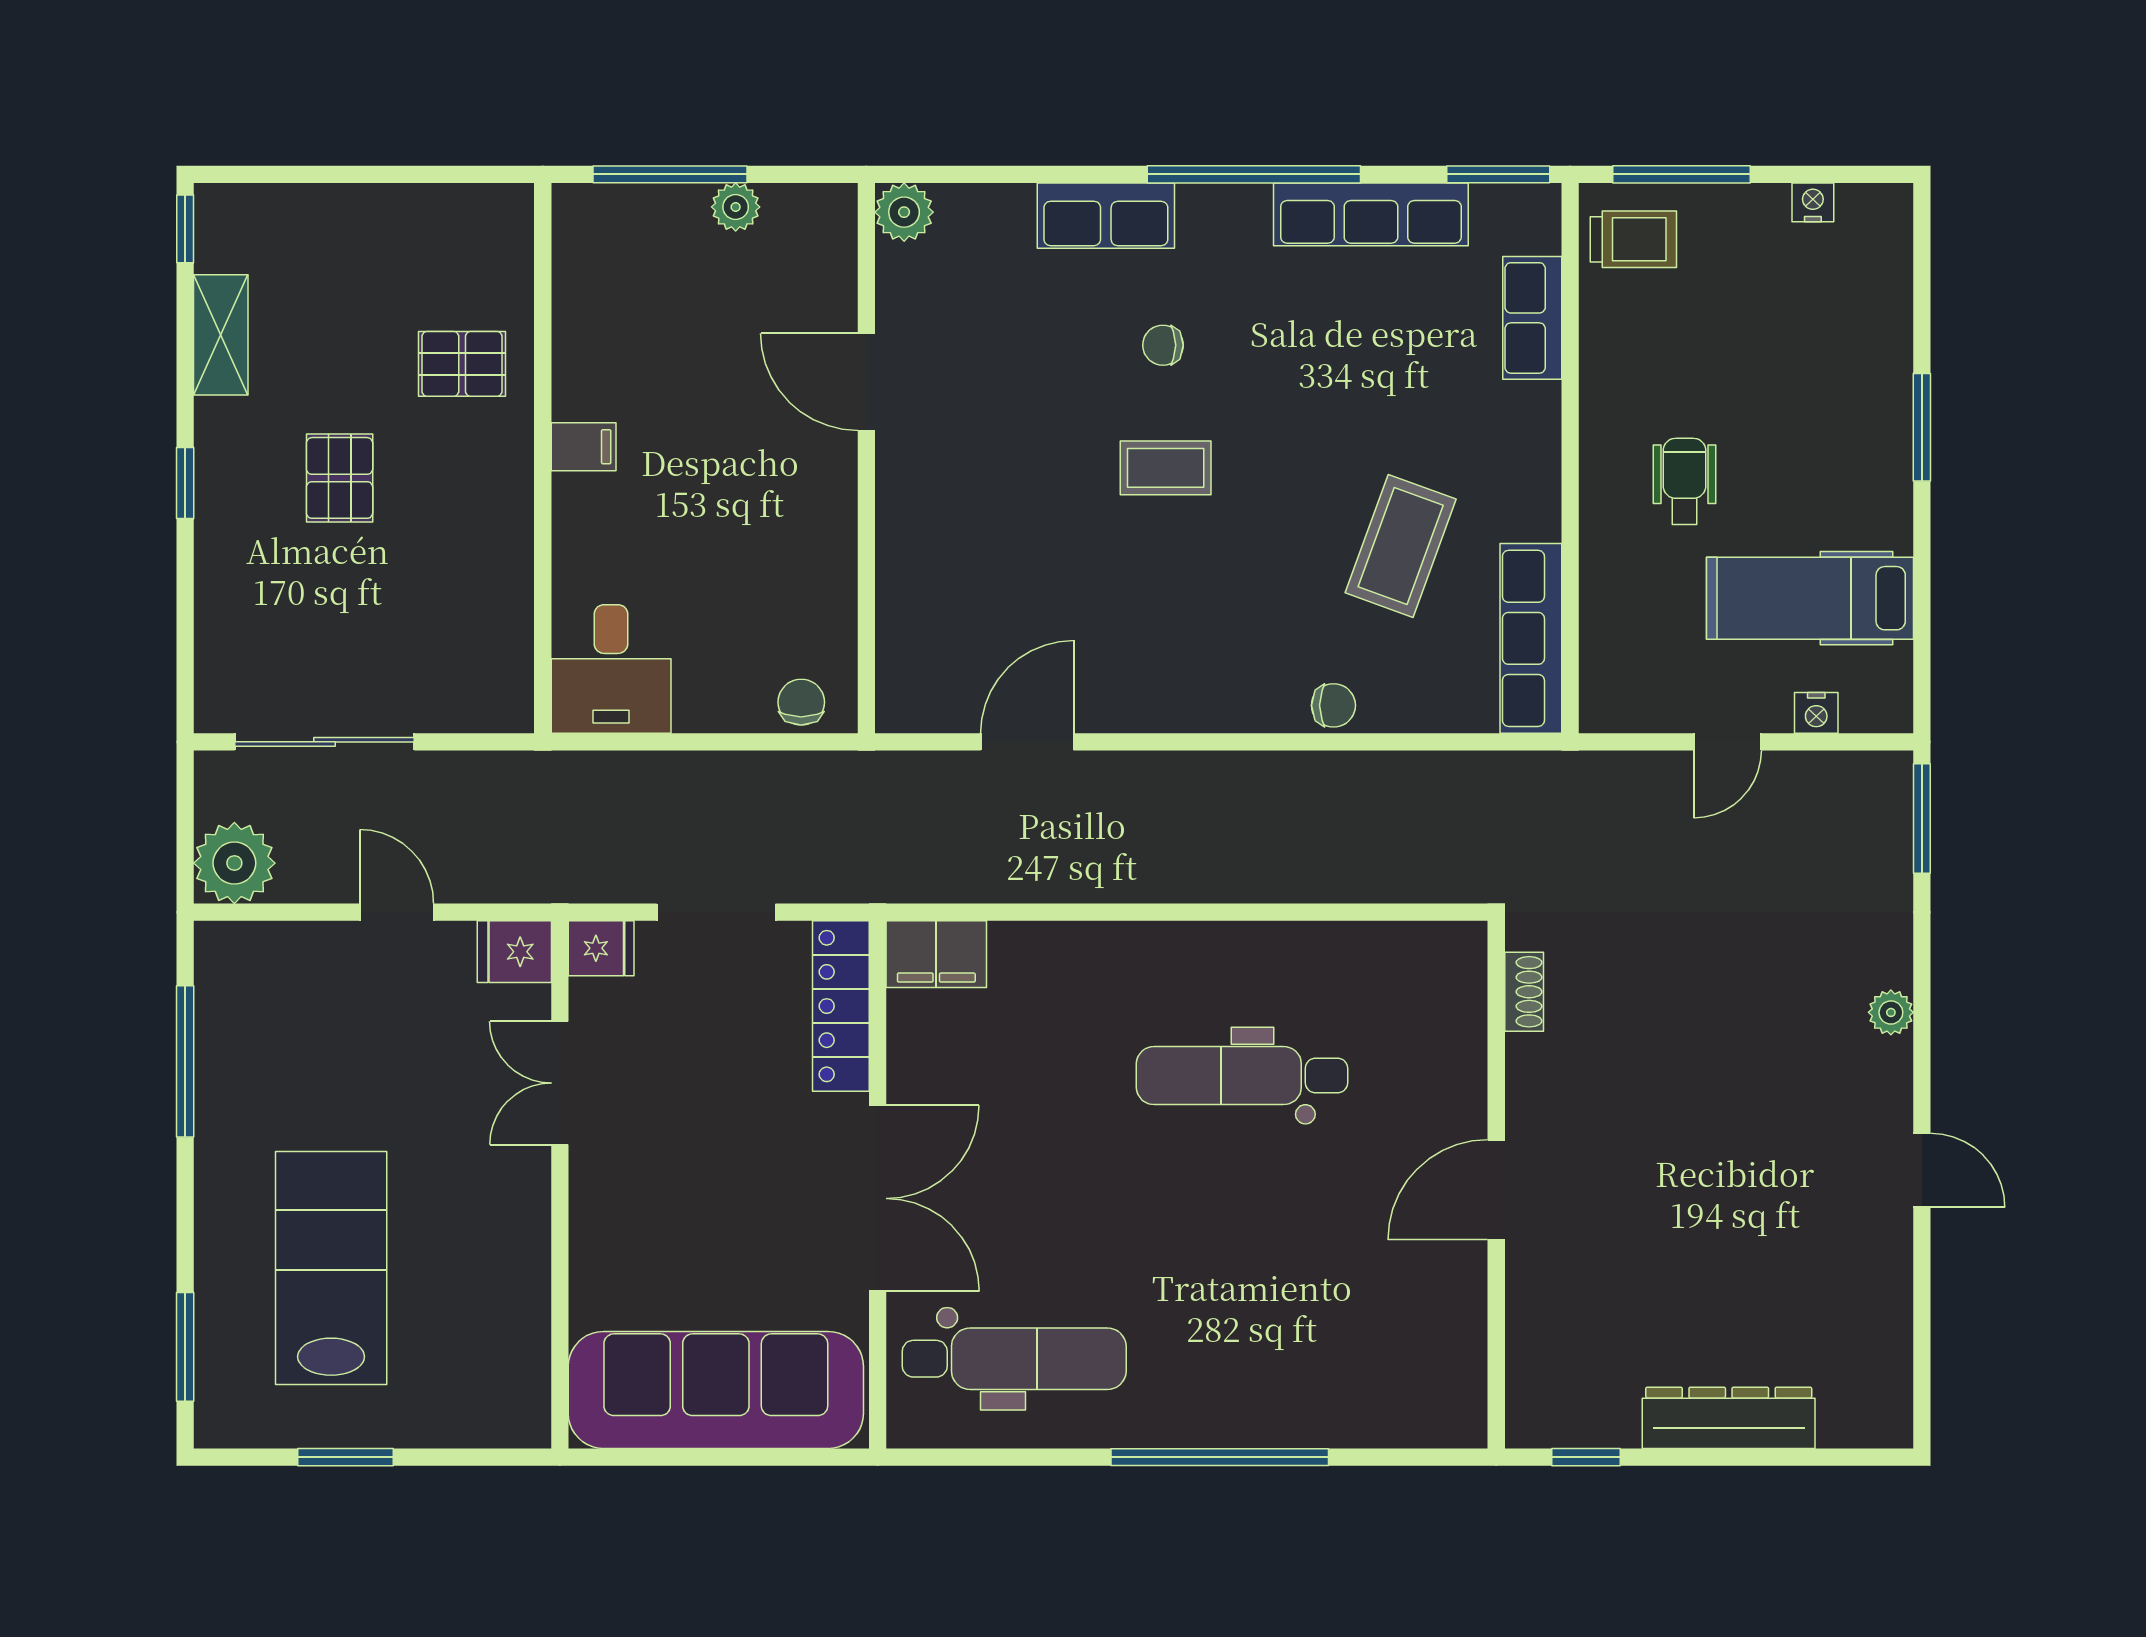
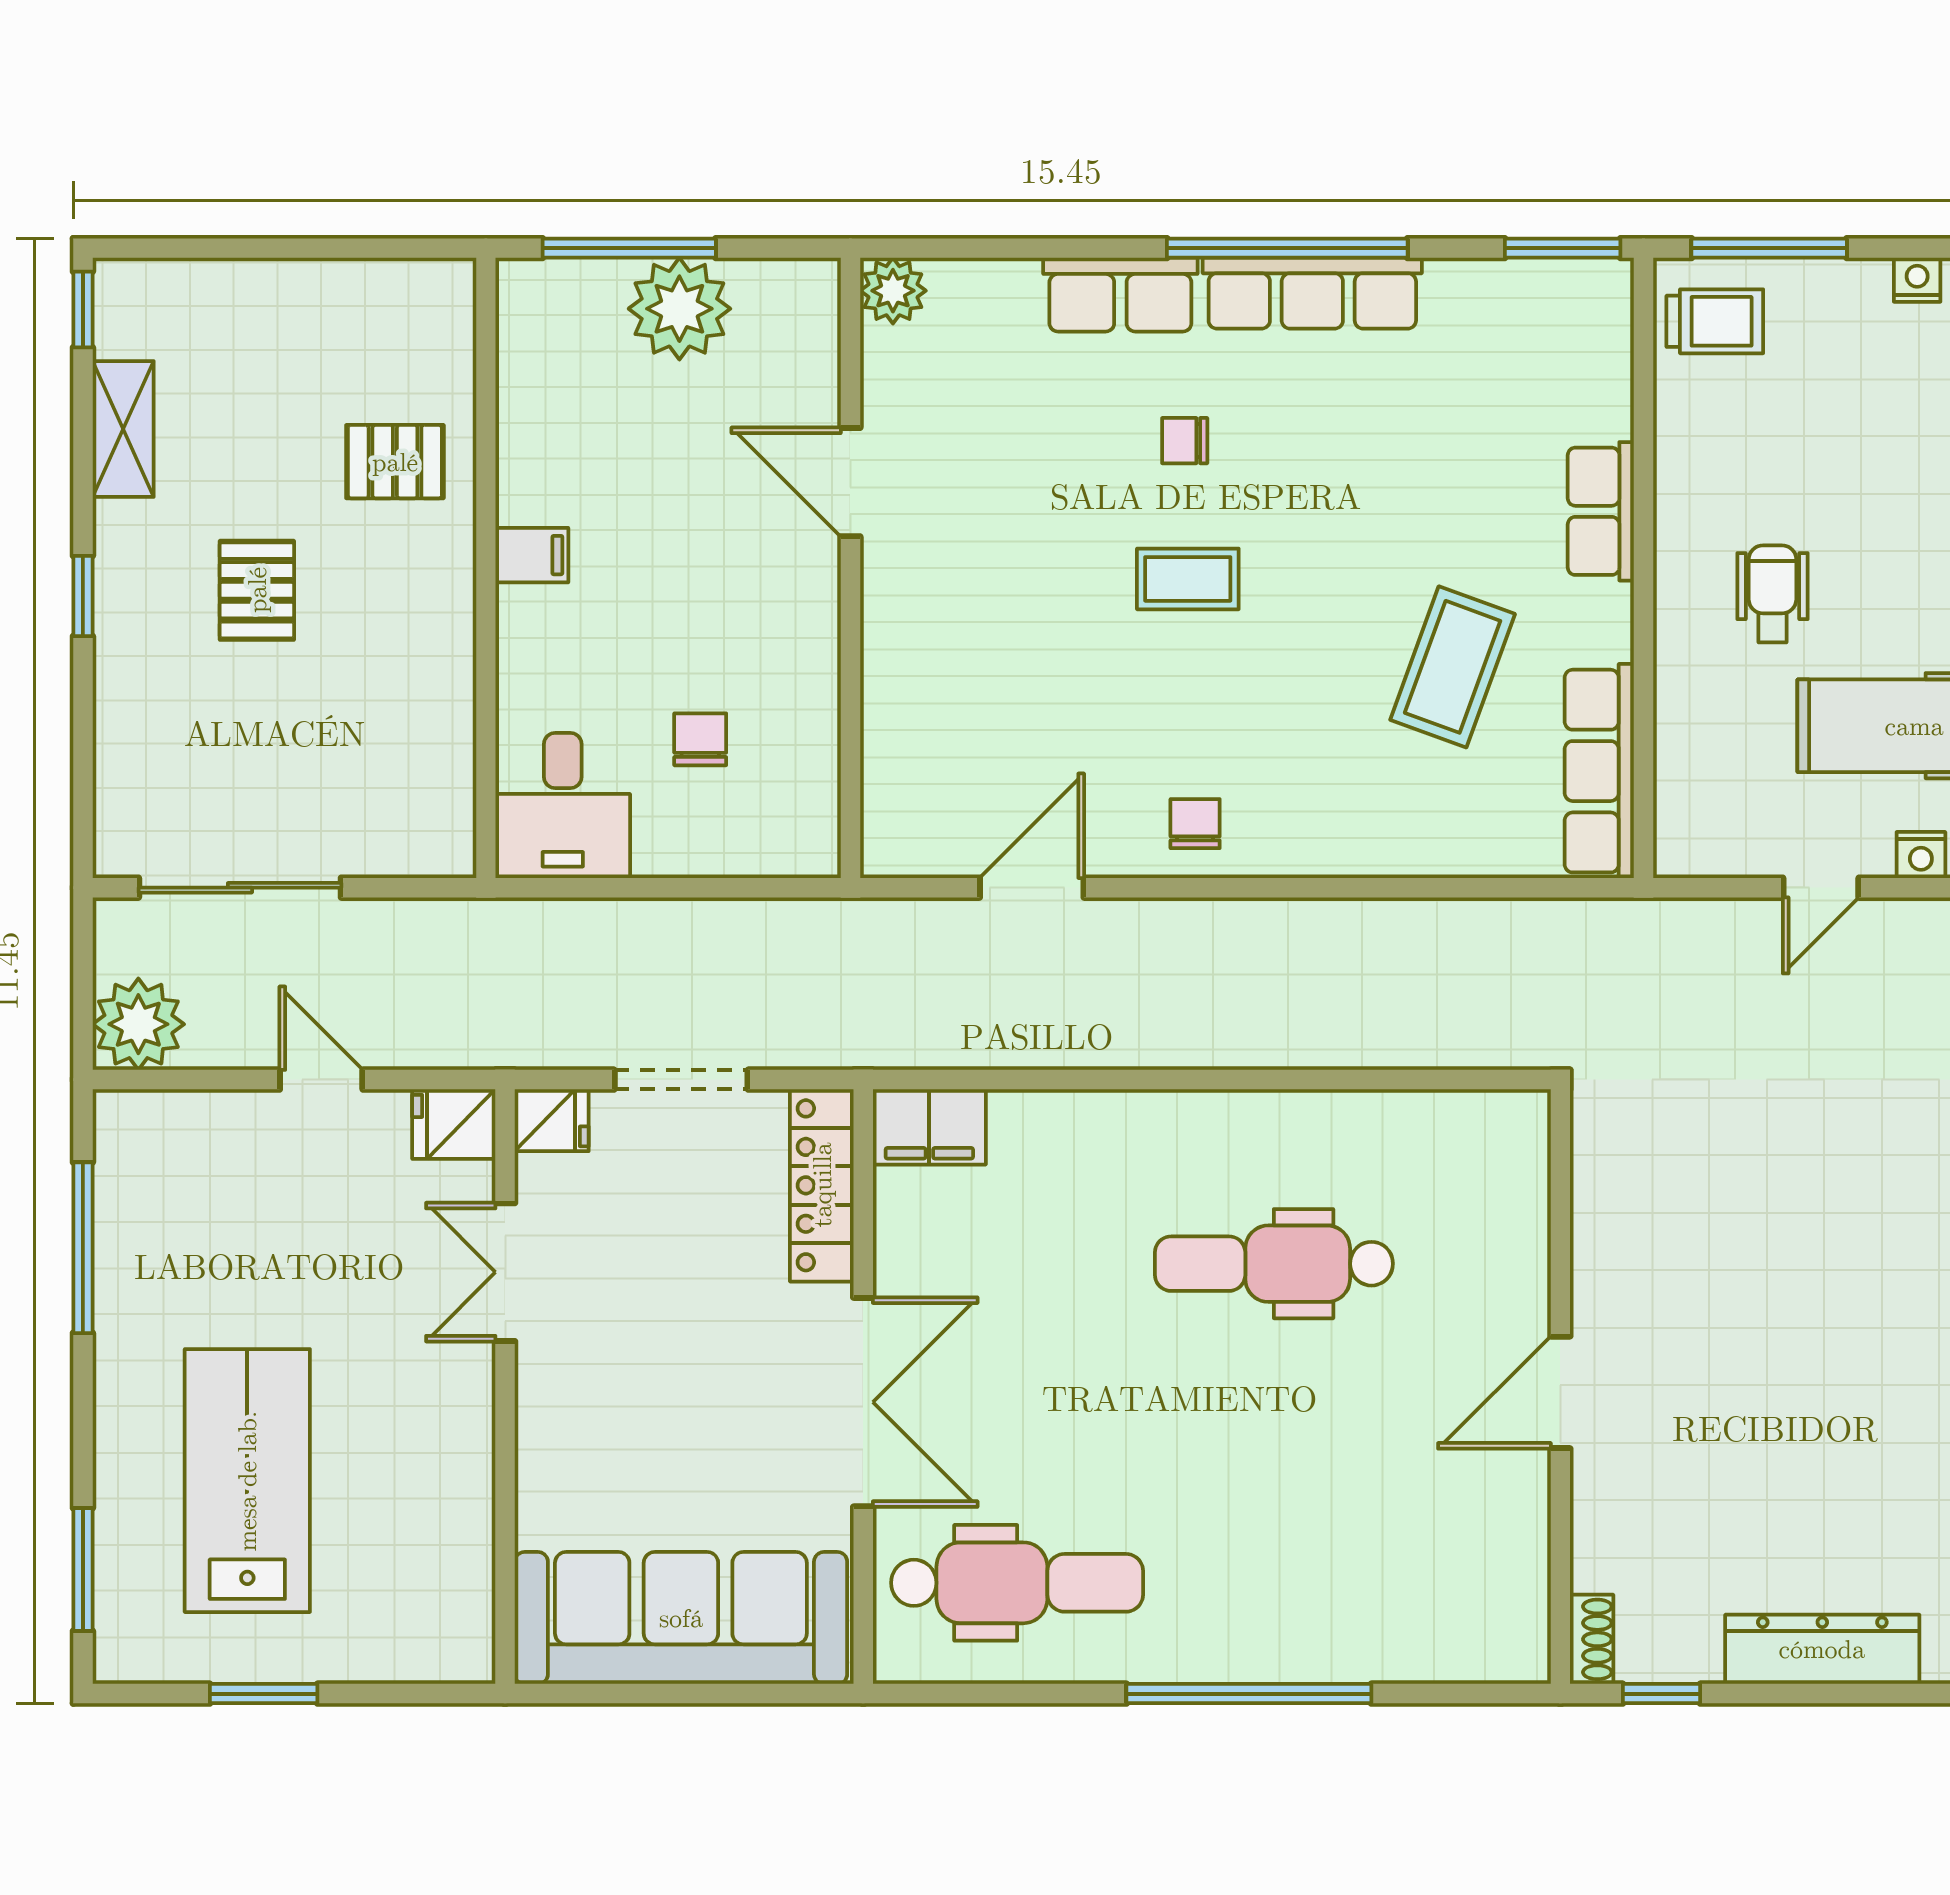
plant: (736, 207) -> (679, 309), width x1.87, depth x1.87
row of seats: (1371, 214) -> (1312, 293), moved
row of seats: (1532, 318) -> (1601, 511), moved
chair: (801, 702) -> (700, 739), moved
chair: (1333, 705) -> (1195, 824), moved, turned -90
shoe rack: (1524, 992) -> (1592, 1639), moved

